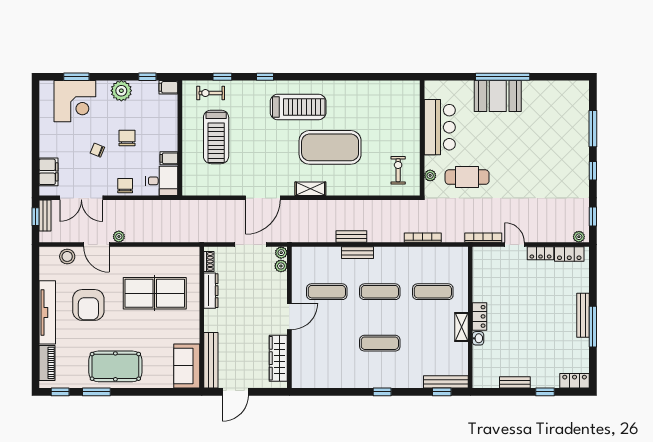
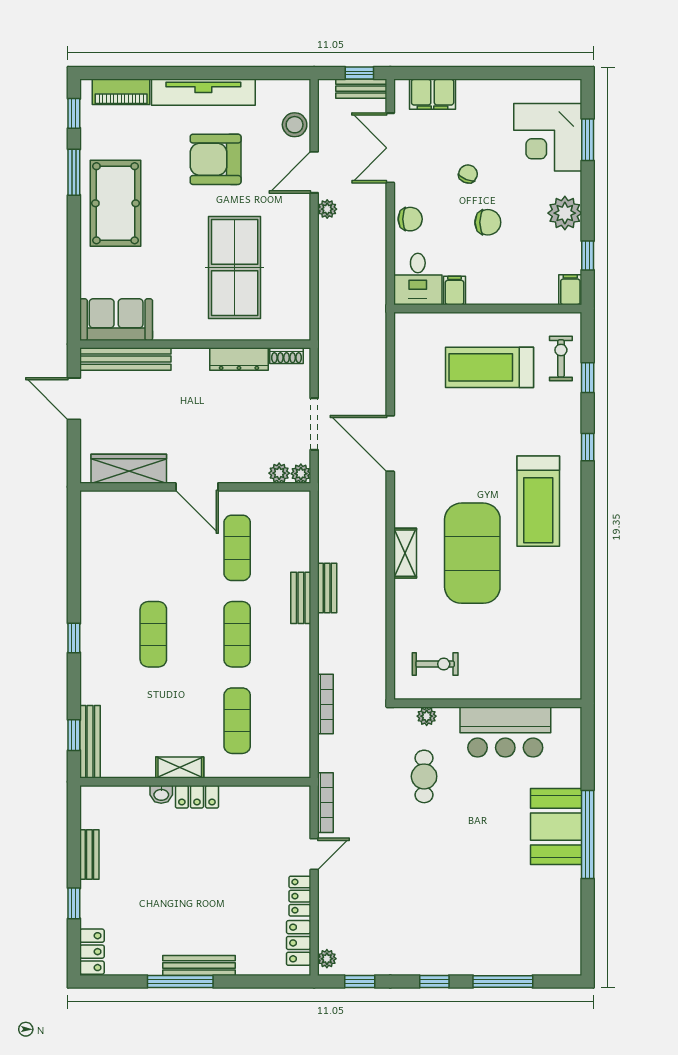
cafe table: (467, 177) -> (424, 776), width x0.73, depth x0.74
shelving: (310, 189) -> (405, 553), moved

